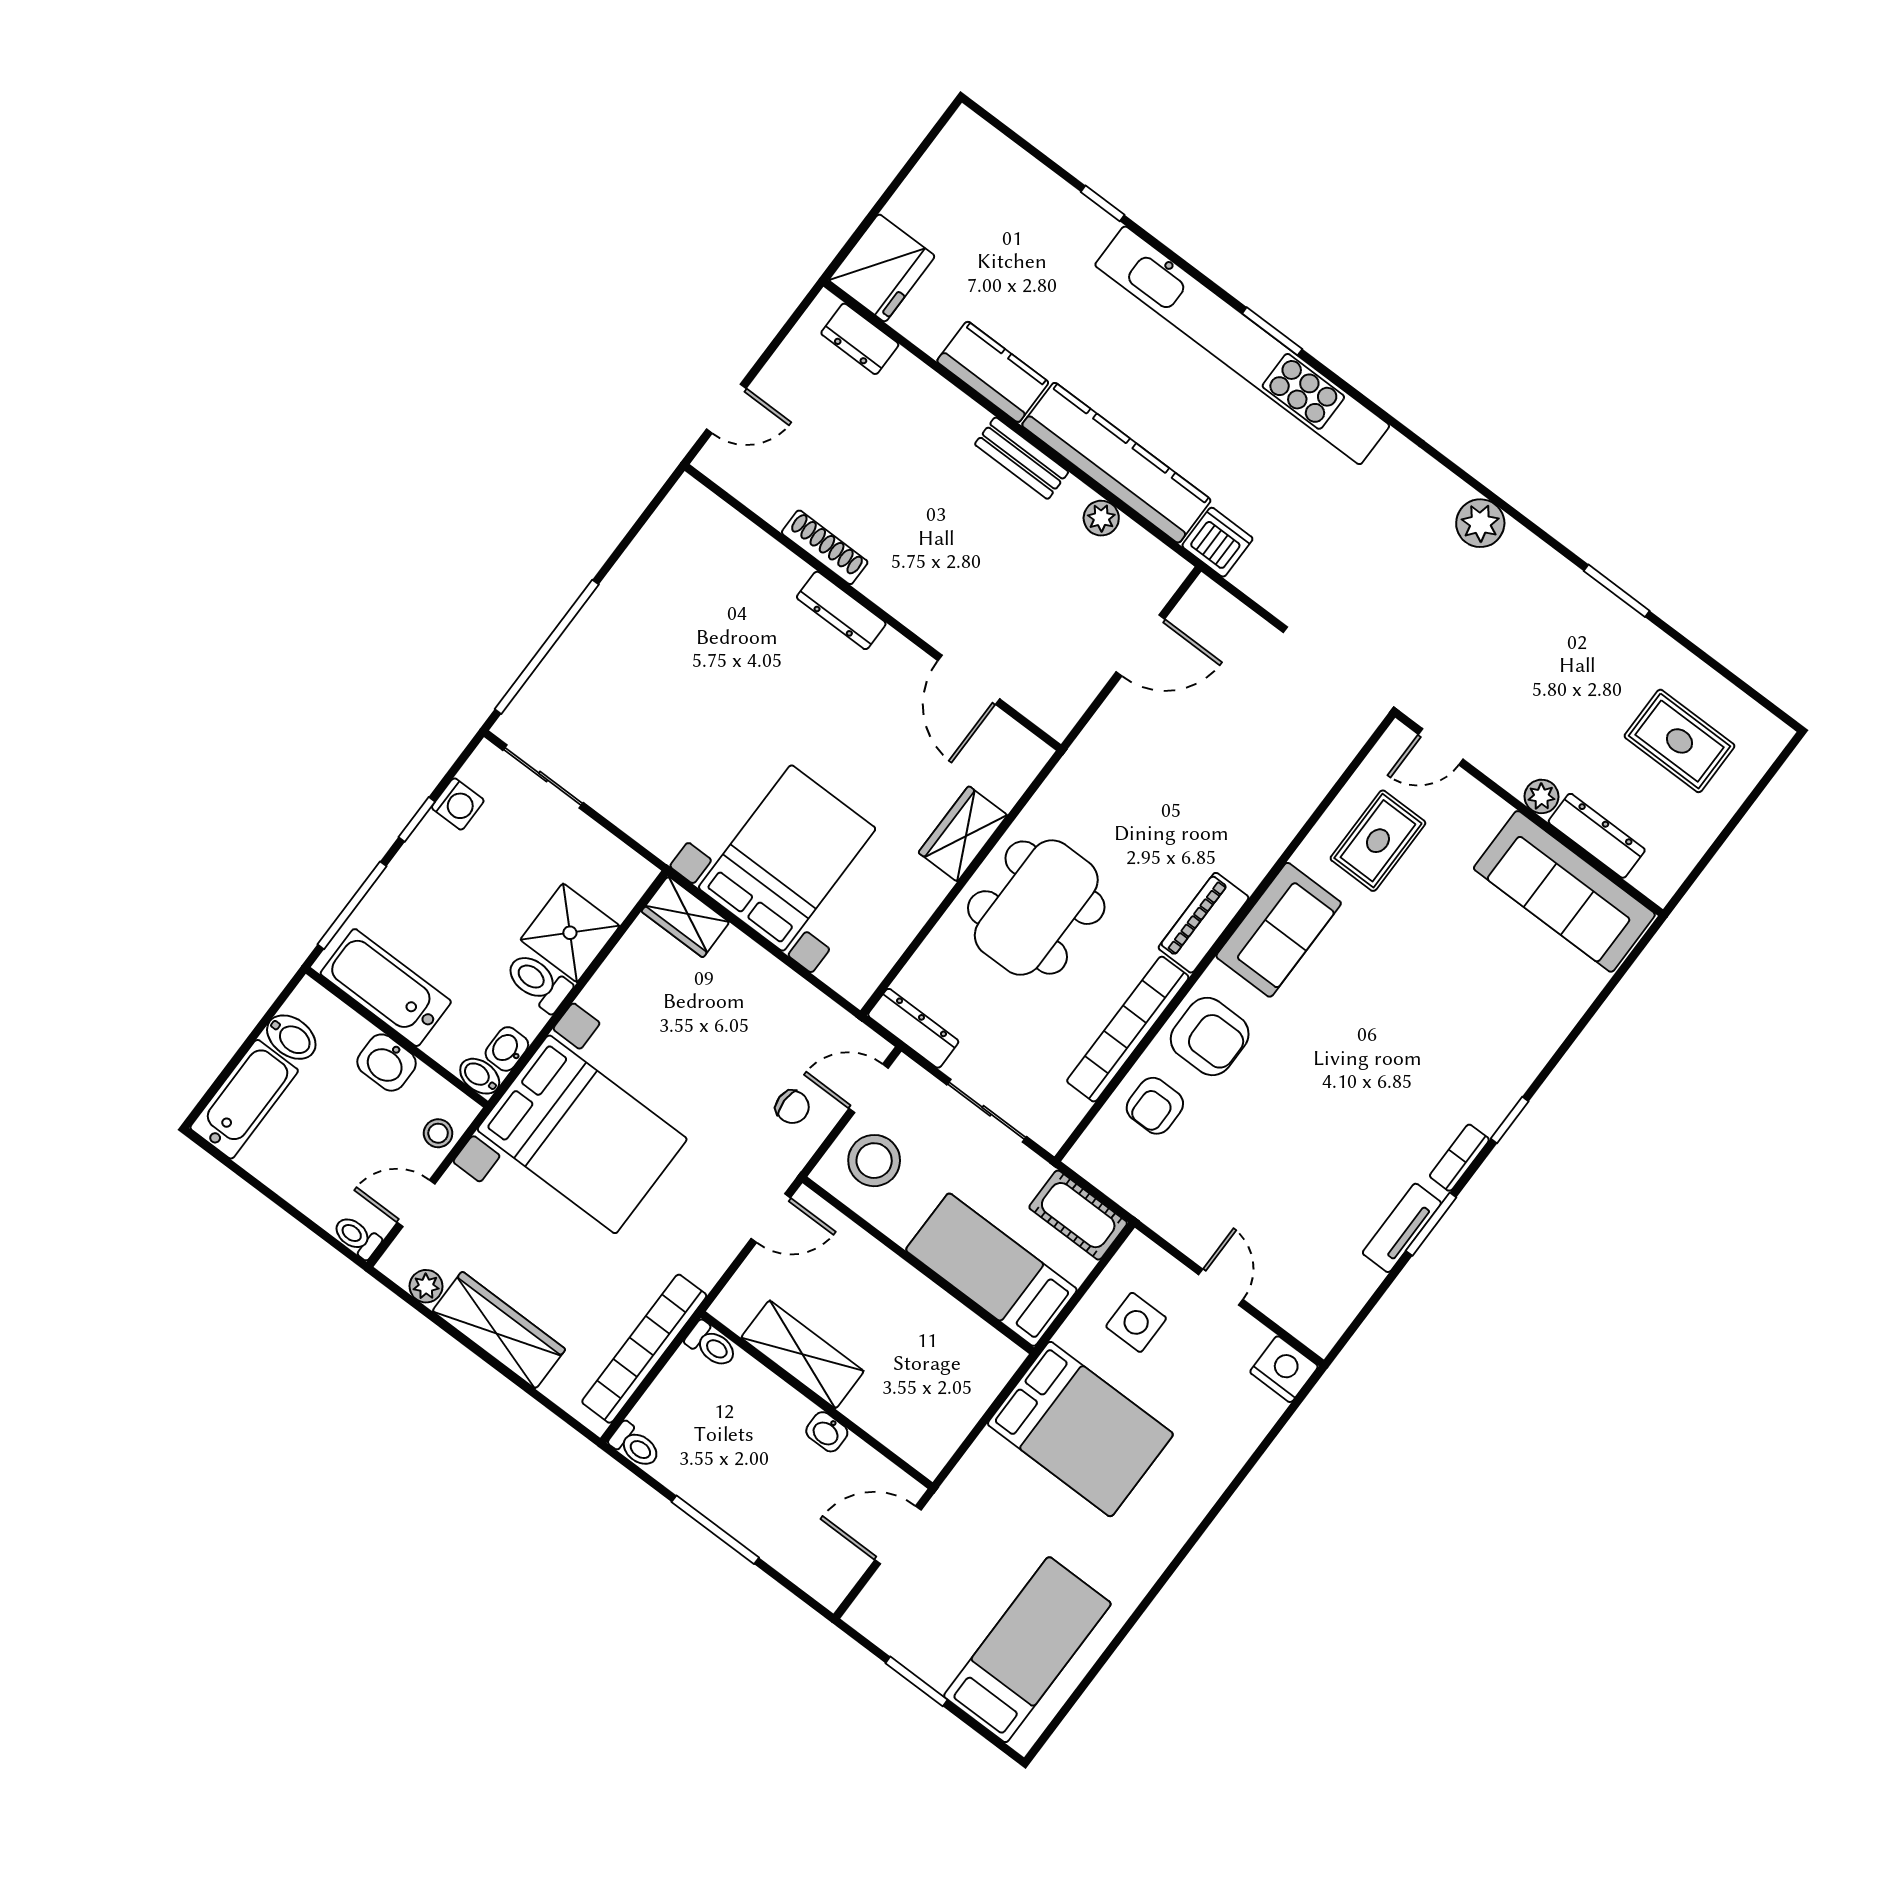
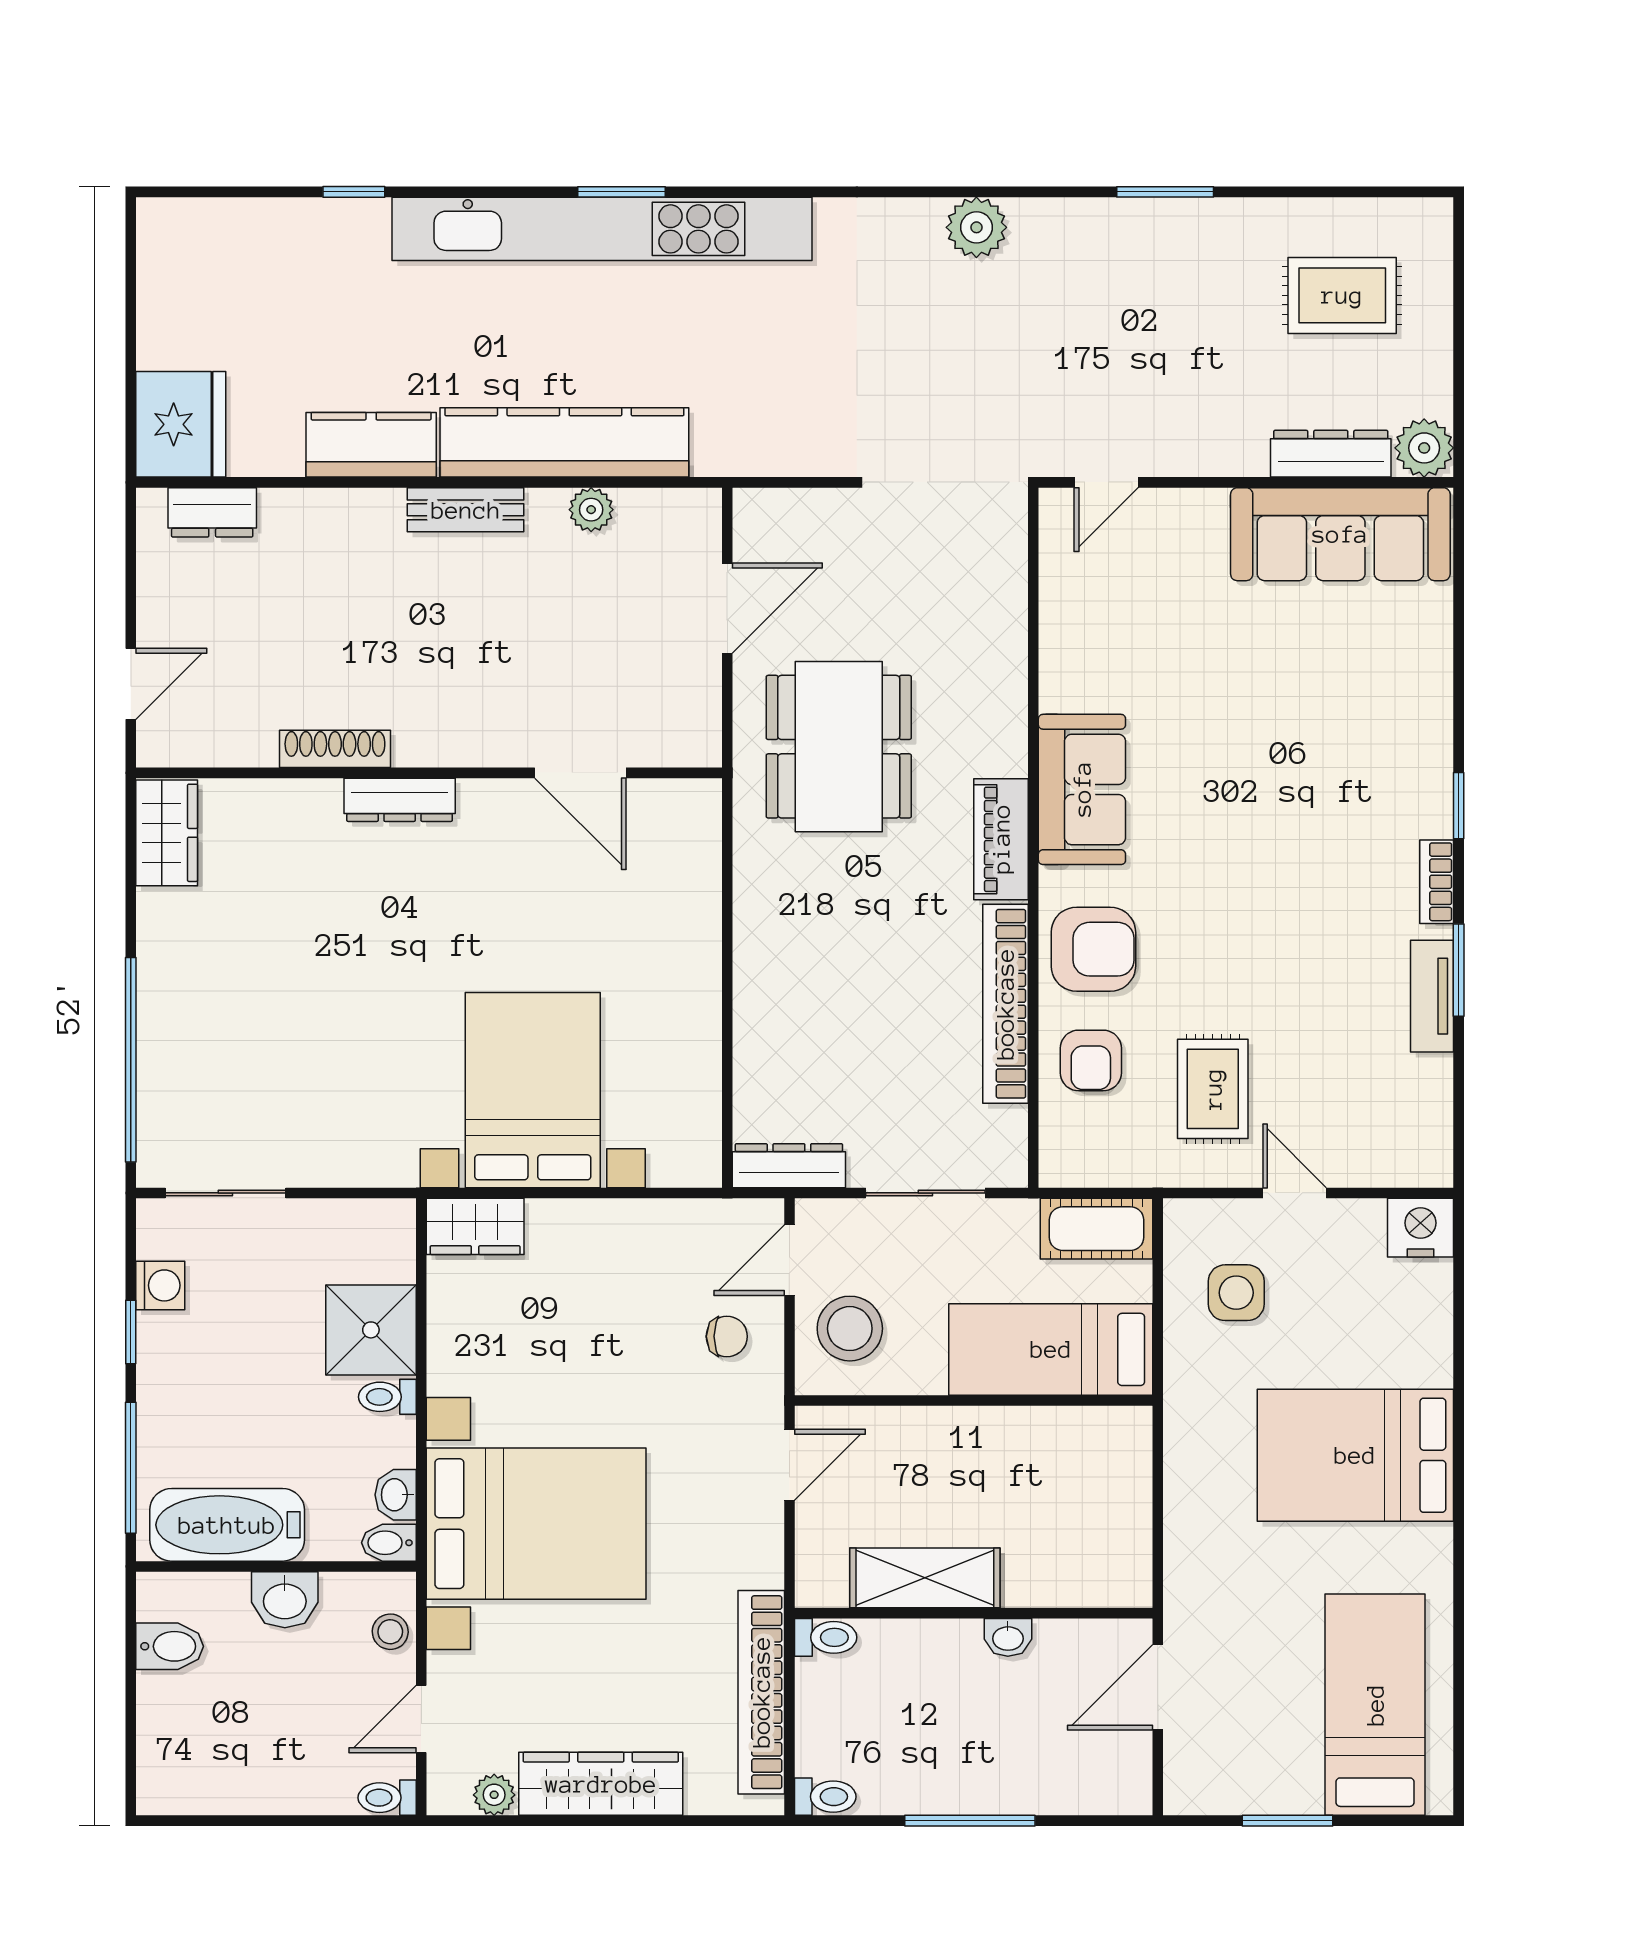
dishwasher: (1217, 542) -> (726, 446), removed
plant: (1541, 796) -> (1424, 448), moved, width x1.38, depth x1.38
wardrobe: (963, 834) -> (167, 833), moved, turned 180
rug: (1378, 841) -> (1213, 1089), moved
dining table: (1036, 908) -> (839, 747), moved
toilet: (538, 982) -> (387, 1397), width x0.73, depth x0.72
bathtub: (244, 1099) -> (169, 1745), removed
bed: (1080, 1429) -> (1355, 1455), moved, turned 180

